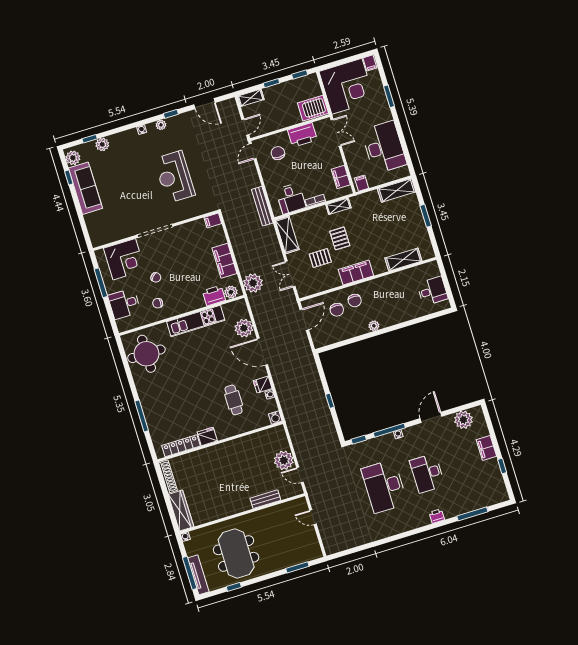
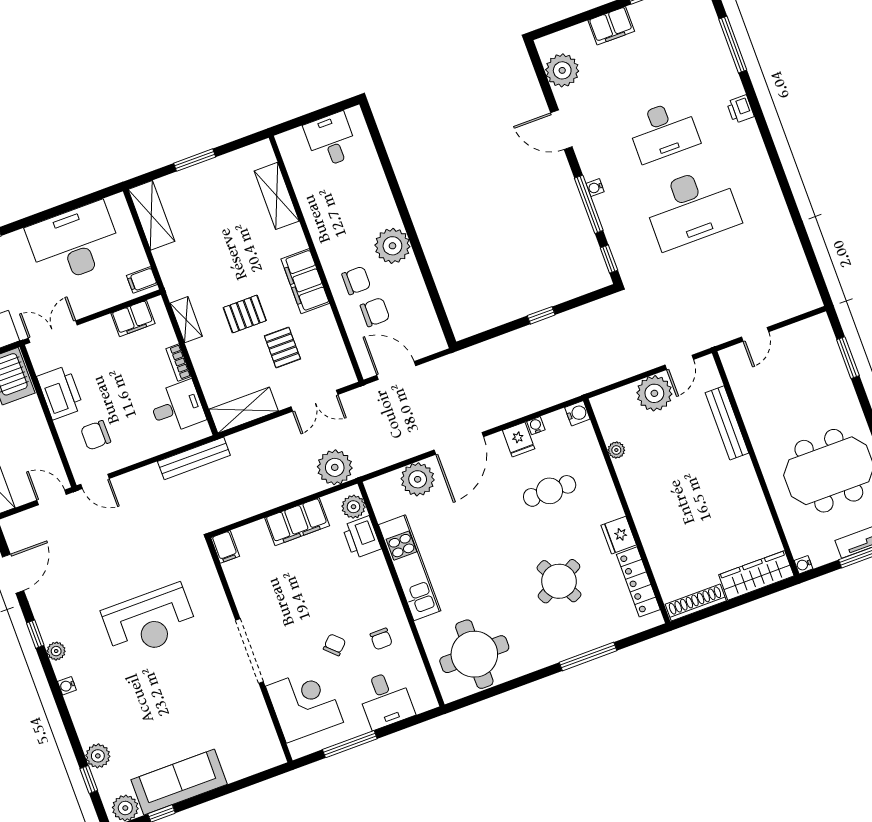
plant: (374, 326) -> (392, 246), width x1.87, depth x1.87
round table: (184, 402) -> (559, 581), added
plant: (254, 438) -> (616, 450), added
bench: (265, 499) -> (727, 423), width x1.36

